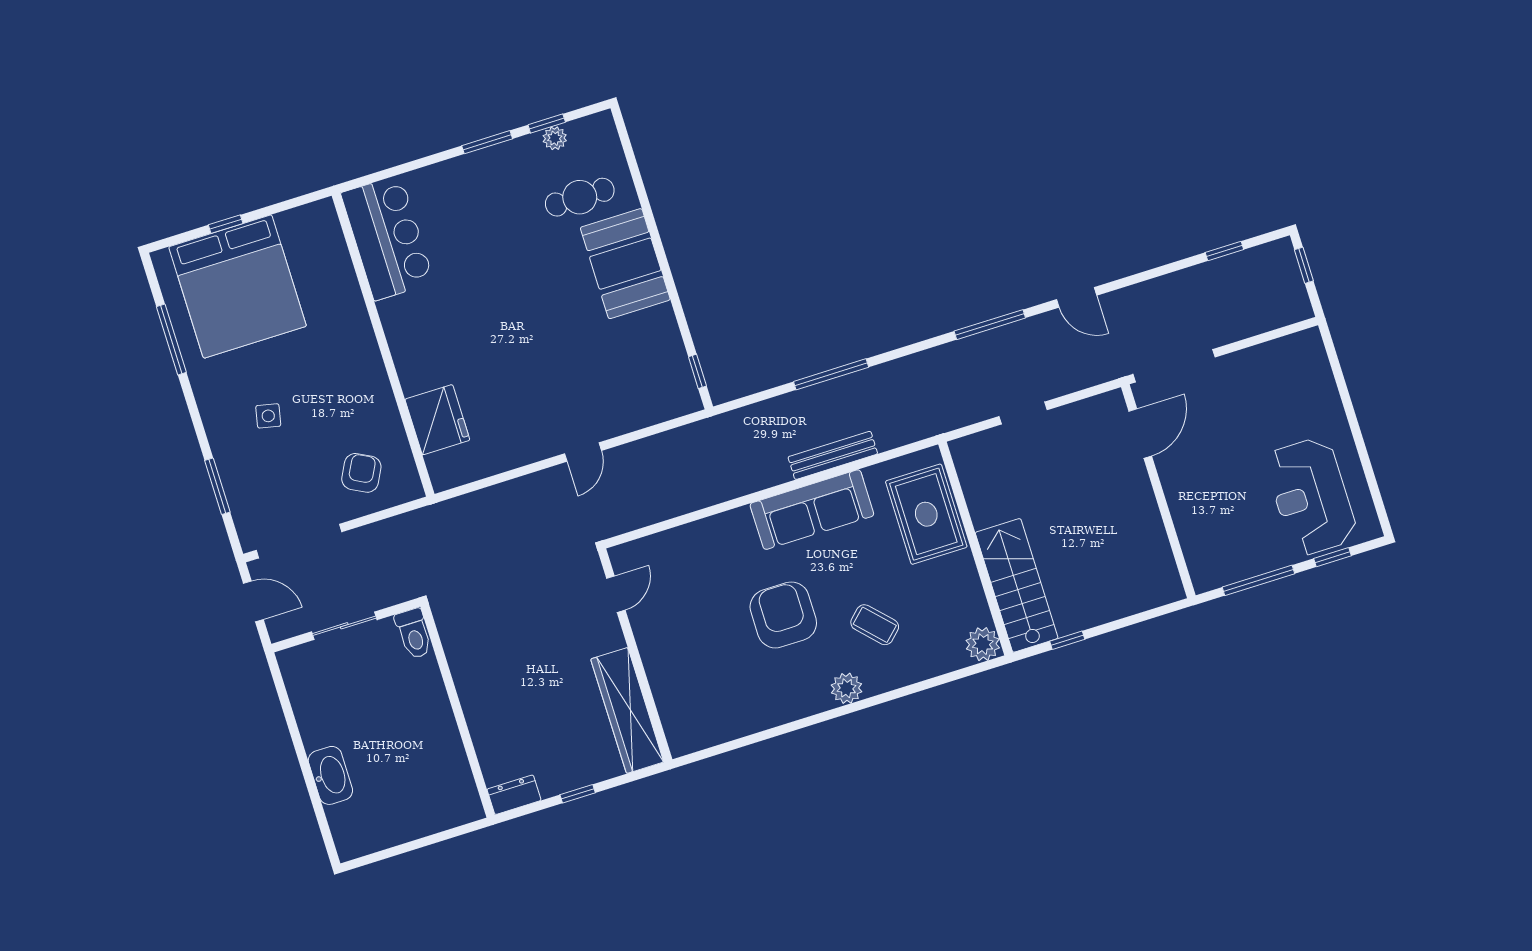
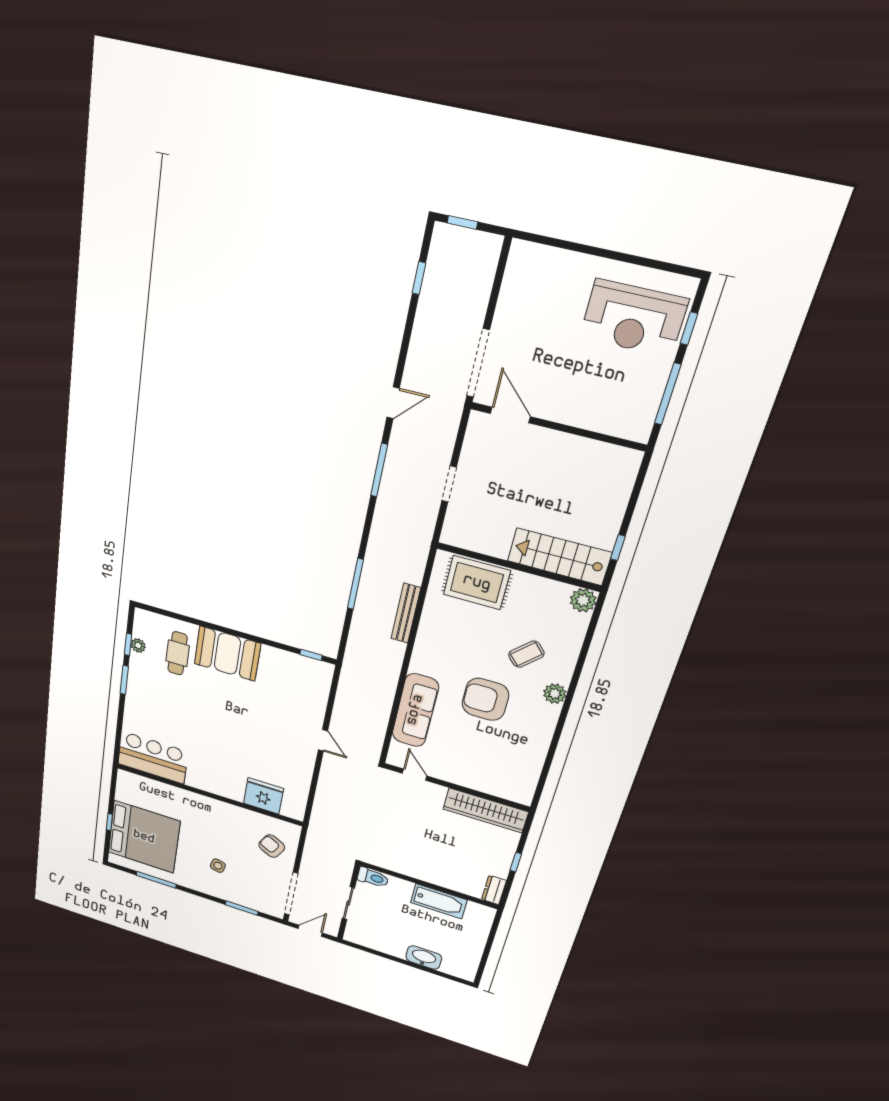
sofa: (812, 510) -> (415, 710), moved
bathtub: (441, 739) -> (439, 901), added

